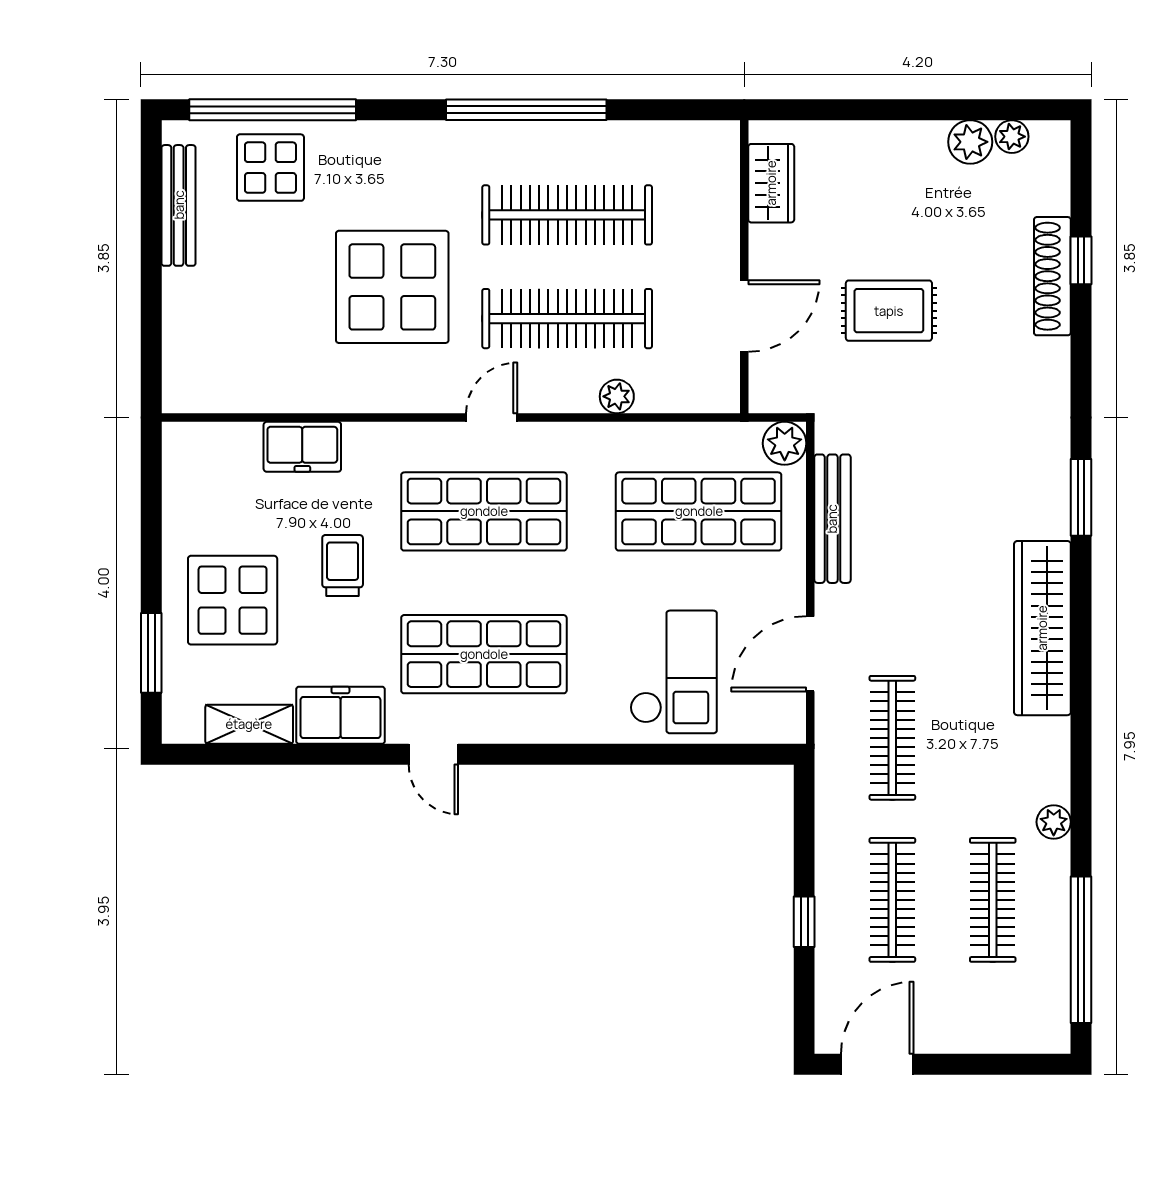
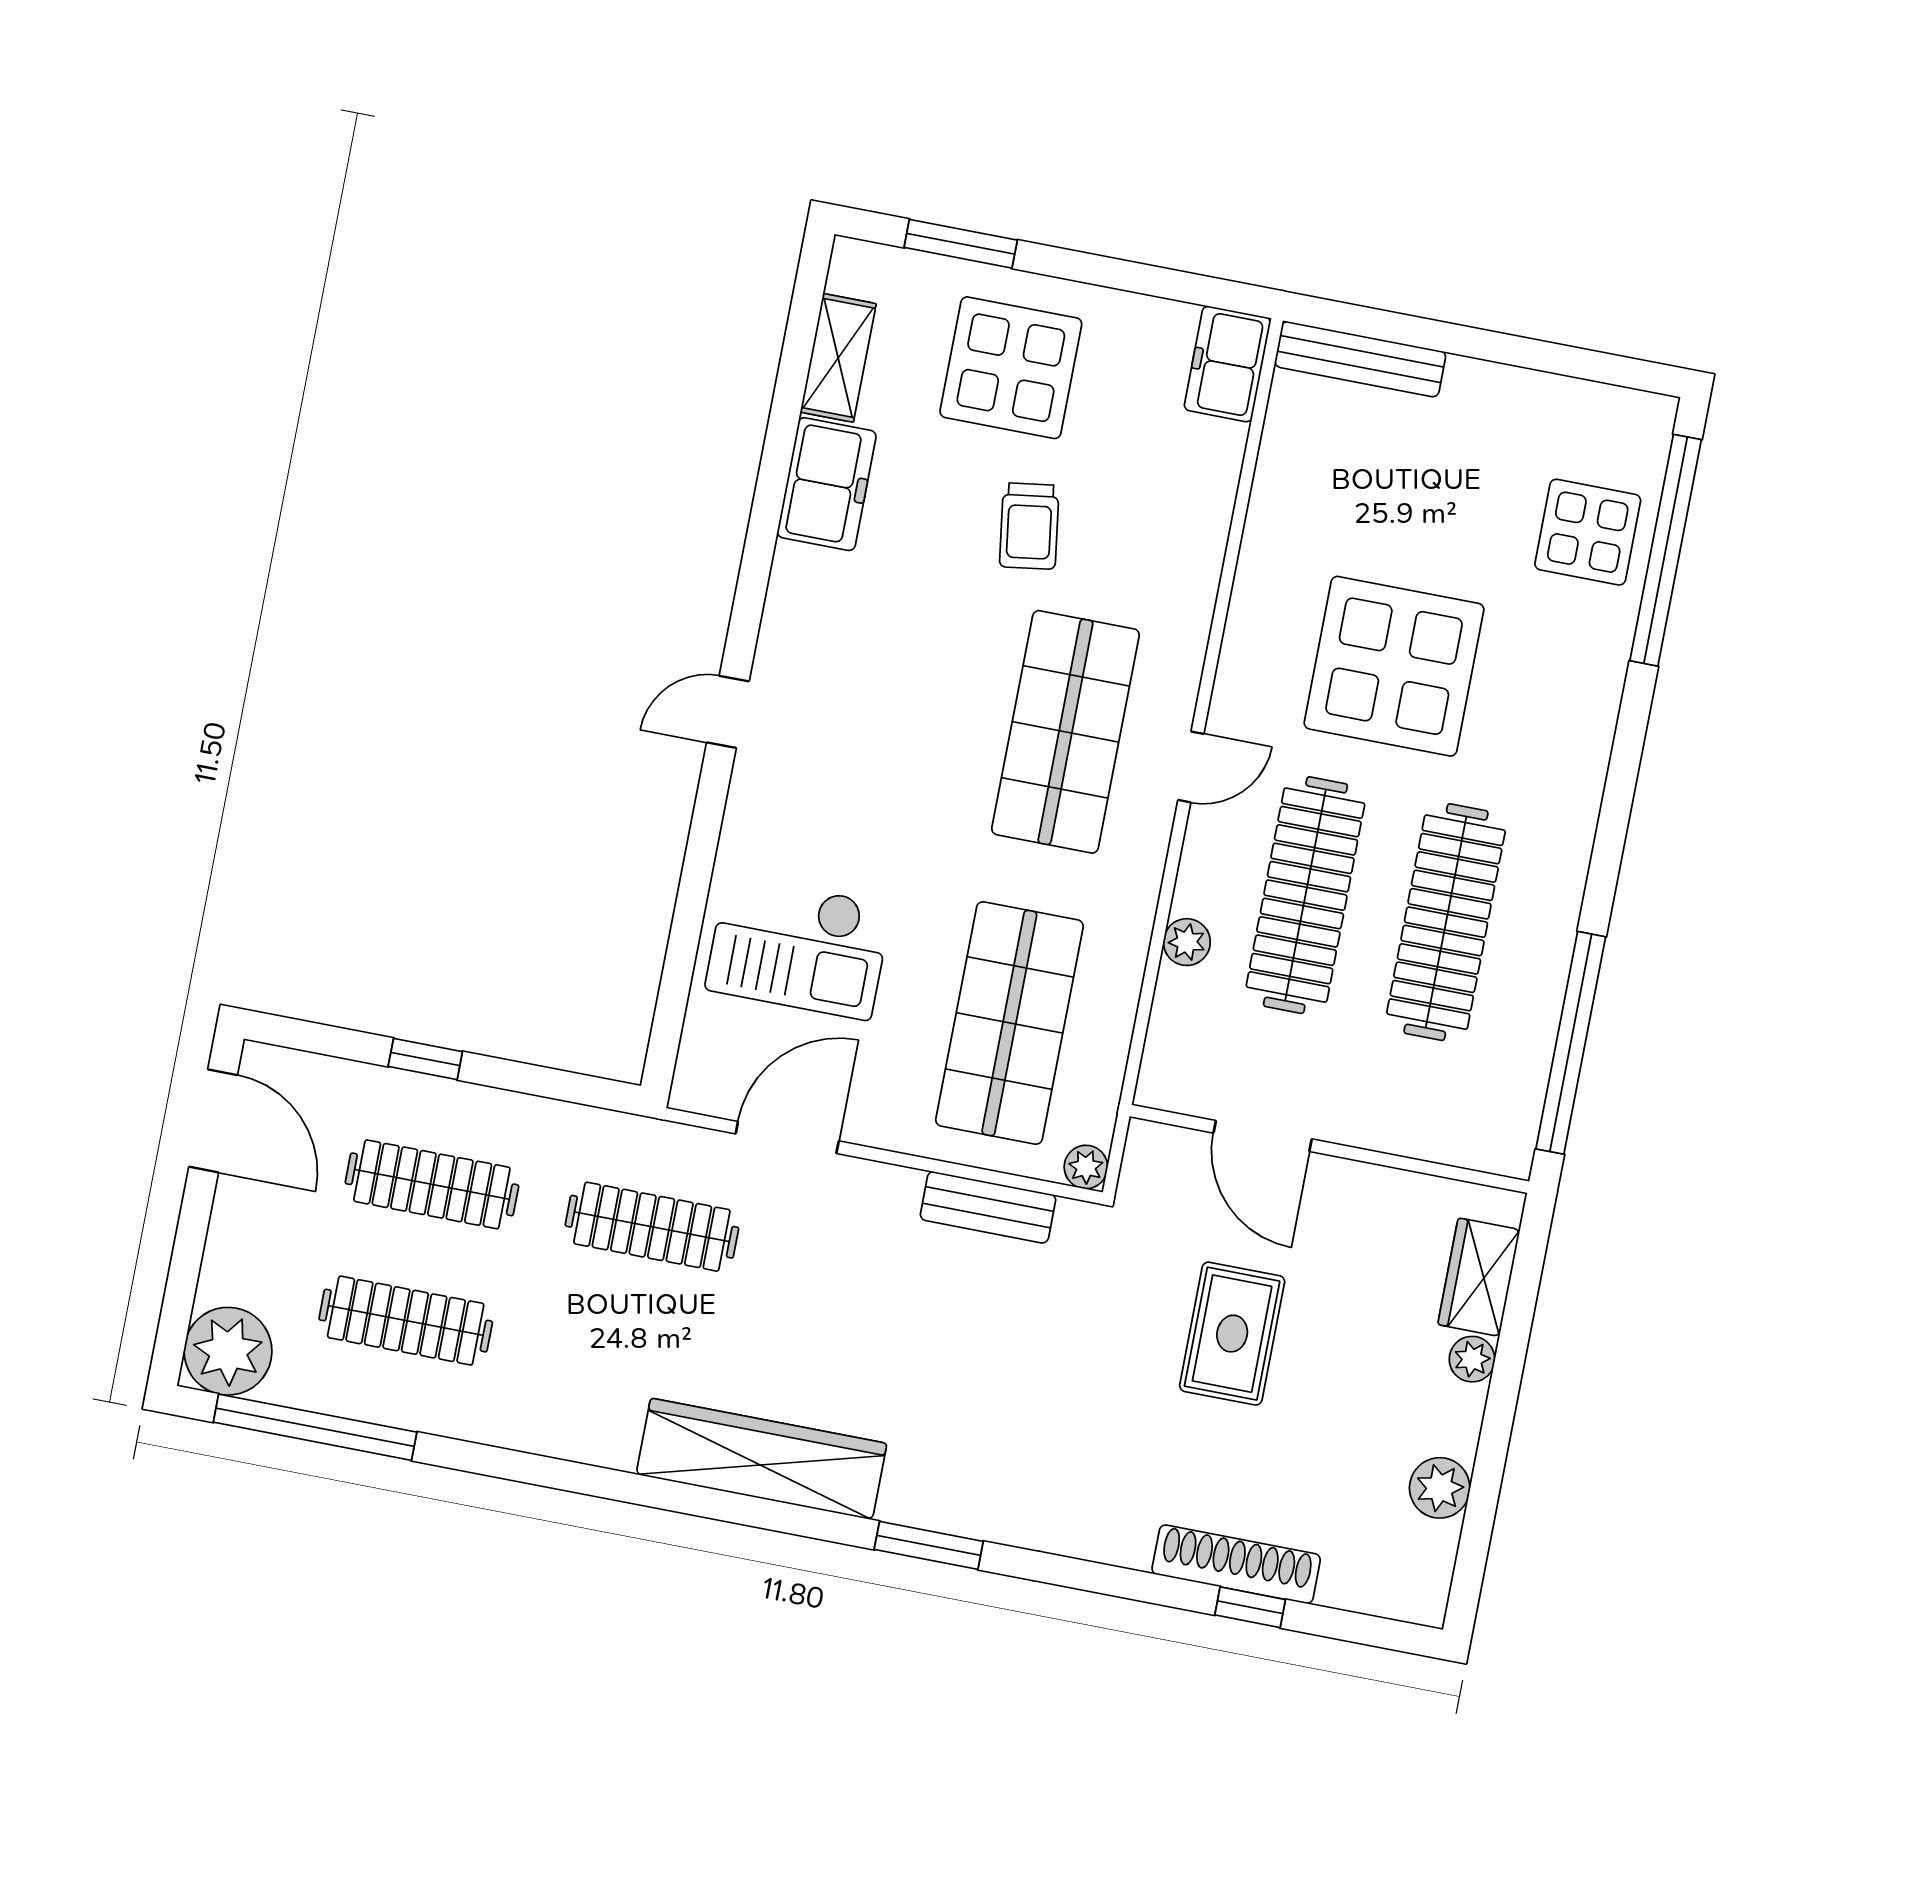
window: (526, 110) -> (1571, 1043), moved
plant: (1012, 137) -> (1472, 1359), moved
wardrobe: (771, 183) -> (1479, 1277), moved, turned 90
bench: (179, 205) -> (1360, 359), moved
door: (492, 418) -> (1191, 767), hinge flipped
plant: (785, 443) -> (1086, 1167), width x0.73, depth x0.73
freezer: (302, 447) -> (1227, 364), moved
bench: (832, 519) -> (988, 1207), width x0.73
trolley: (343, 565) -> (1029, 526), turned 82
shop shelf: (484, 654) -> (872, 695), removed
door: (810, 654) -> (787, 1137), hinge flipped
door: (433, 754) -> (728, 712), moved
plant: (1054, 822) -> (228, 1351), moved, width x1.87, depth x1.87

